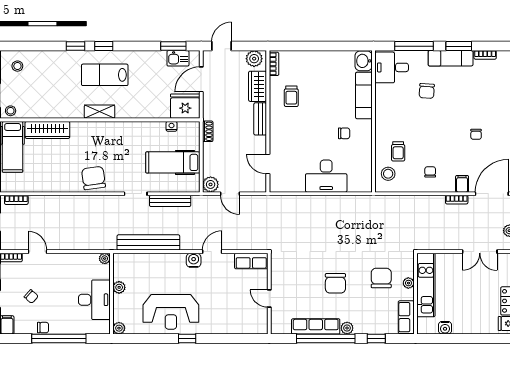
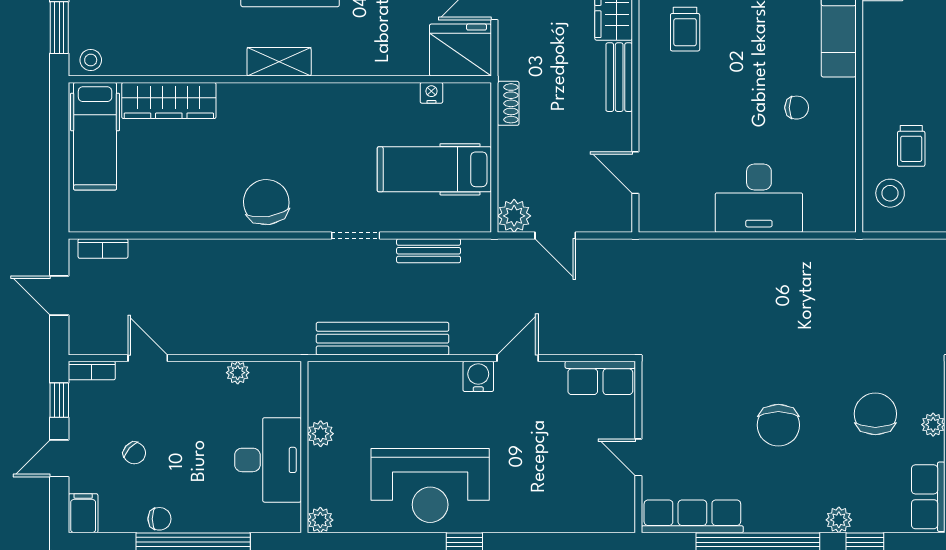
bench: (170, 201) -> (429, 251), width x0.73
plant: (105, 259) -> (238, 373), moved
row of seats: (316, 326) -> (692, 516), moved
plant: (347, 328) -> (839, 520), moved

